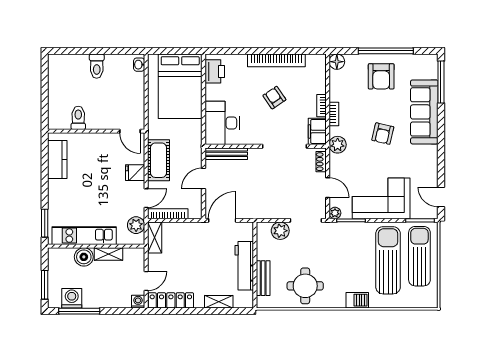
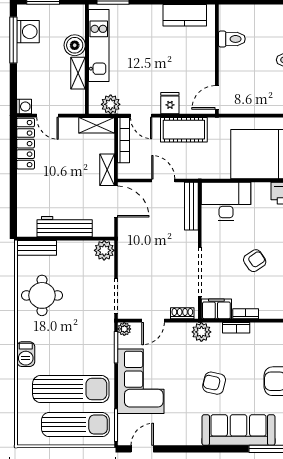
plant: (280, 231) -> (104, 250), moved
bench: (263, 278) -> (37, 248), moved
shelving: (219, 302) -> (107, 170), moved

